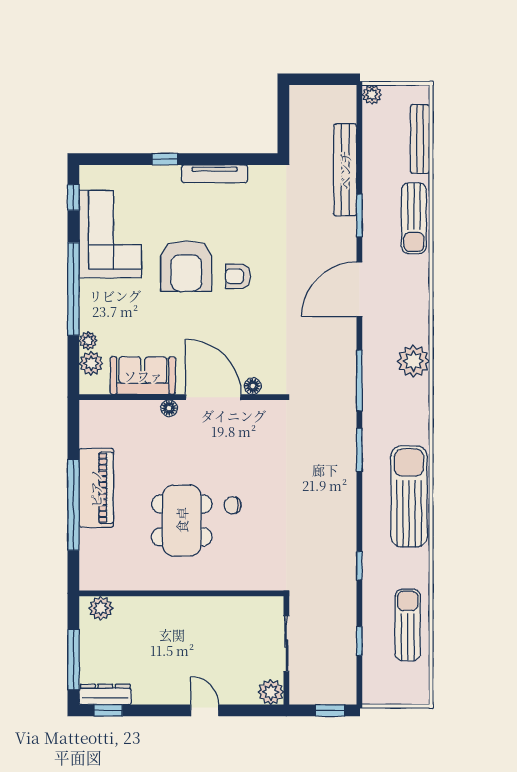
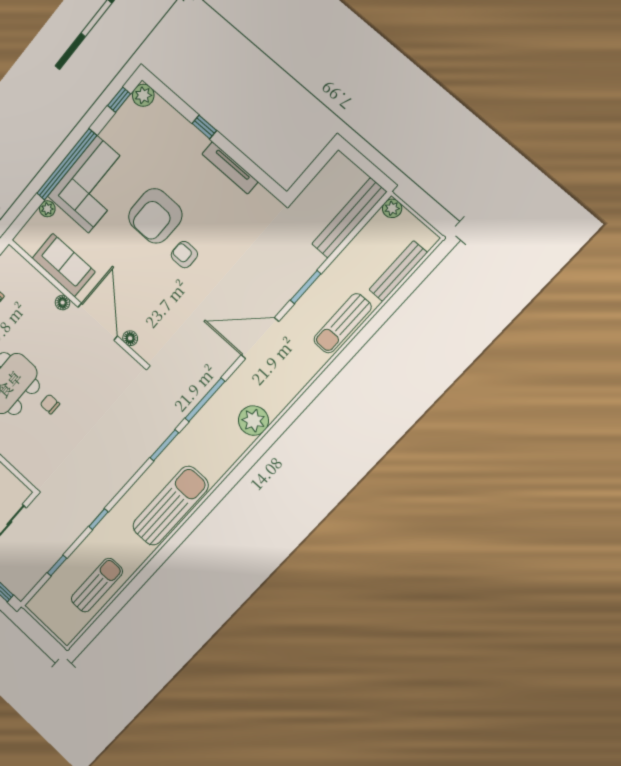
bench: (345, 170) -> (349, 218), moved
corner sofa: (110, 234) -> (93, 184), moved
plant: (91, 363) -> (143, 95), moved

